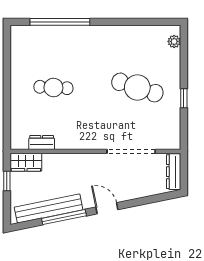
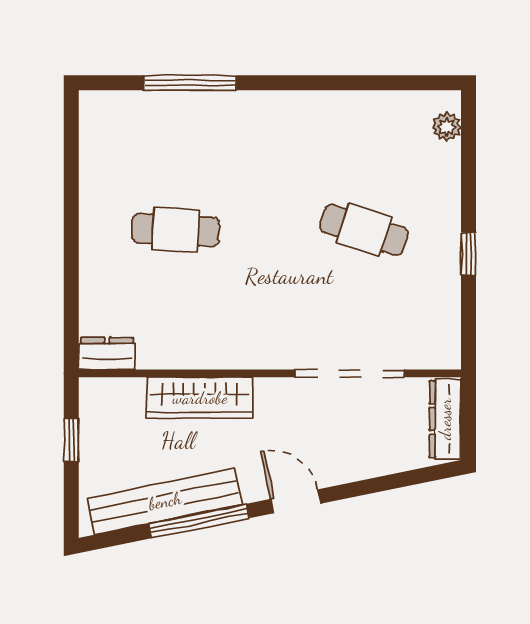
window: (60, 22) -> (190, 83), width x0.68
cafe table: (137, 87) -> (364, 230), width x0.73, depth x0.74
dresser: (42, 143) -> (107, 354), moved
wardrobe: (26, 162) -> (200, 398), moved, width x1.50

